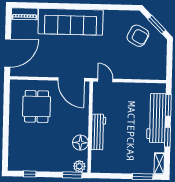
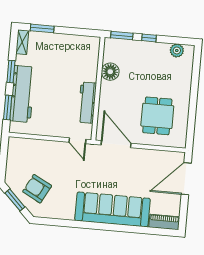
workbench: (98, 132) -> (87, 103), moved
plant: (79, 166) -> (177, 50), moved
window: (30, 174) -> (149, 38), moved

